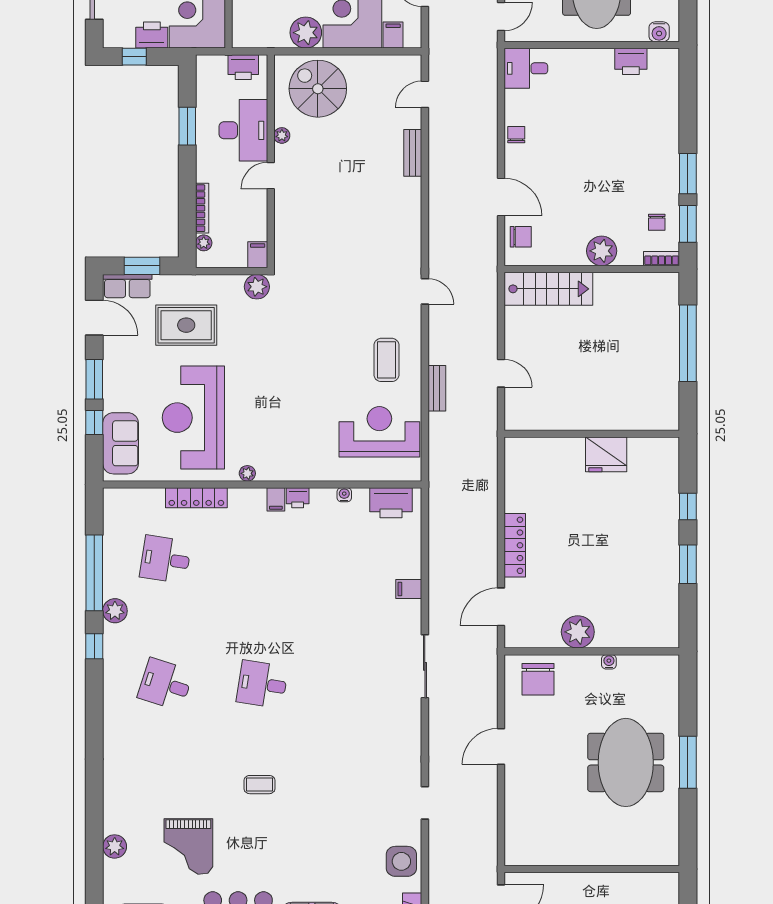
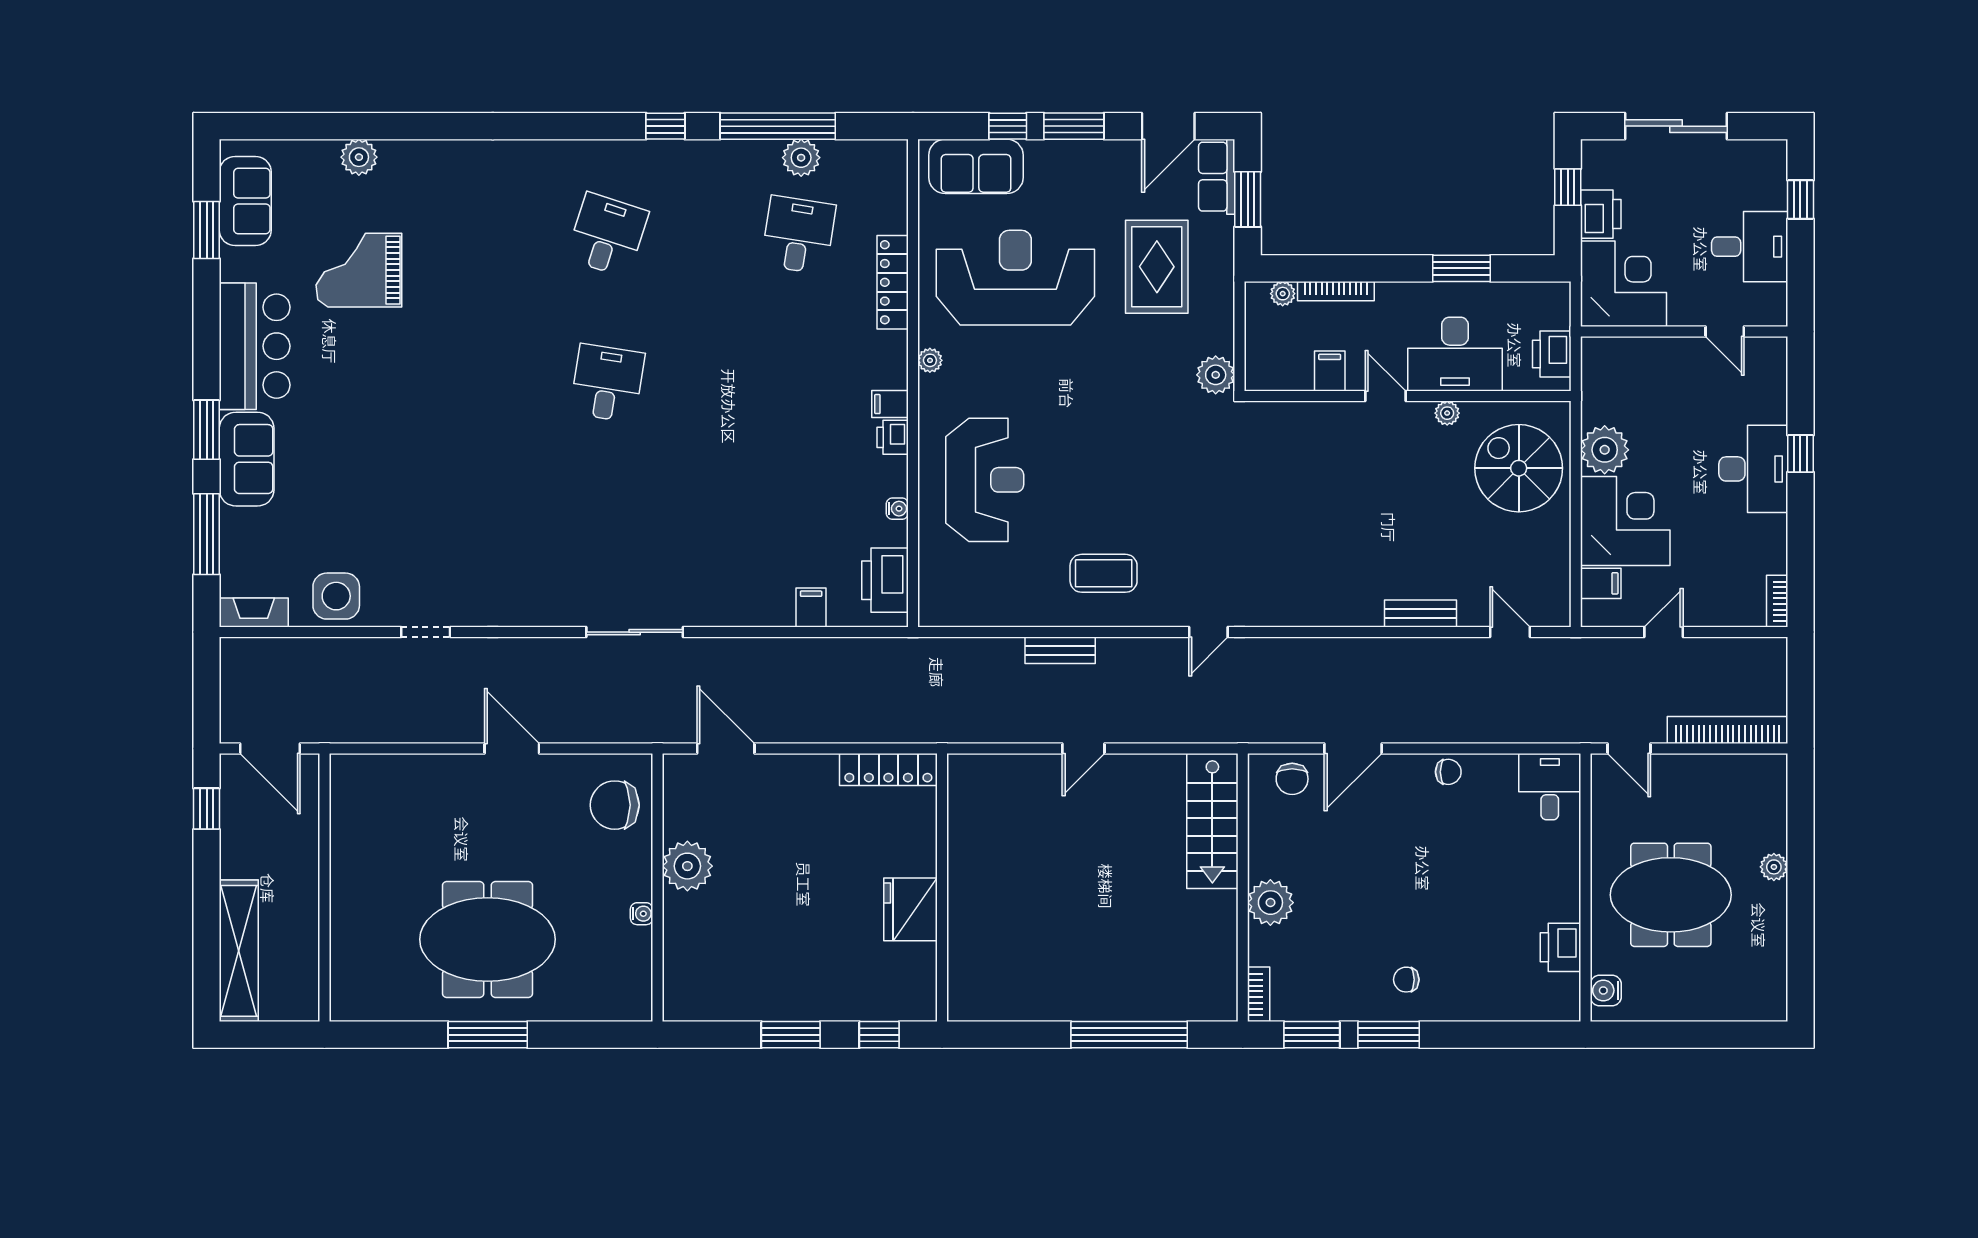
spiral stairs: (318, 89) -> (1519, 468), turned -90
chair: (657, 222) -> (1406, 980), moved
filing cabinet: (258, 255) -> (1330, 371), moved, turned -90
reception desk: (379, 432) -> (985, 480), moved
wall: (592, 434) -> (942, 888), moved
fridge: (606, 454) -> (911, 909), moved
locker: (515, 545) -> (888, 770), moved
filing cabinet: (409, 589) -> (811, 607), moved
plant: (115, 611) -> (801, 158), moved
coffee table: (259, 785) -> (454, 379), removed

